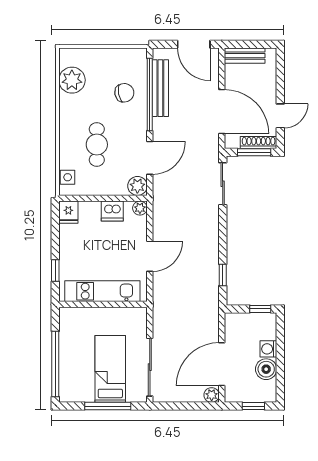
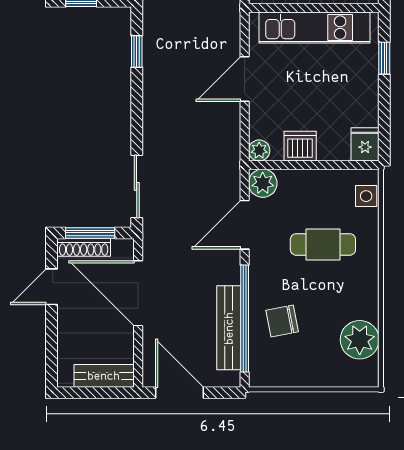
cafe table: (97, 145) -> (323, 244), turned 90

